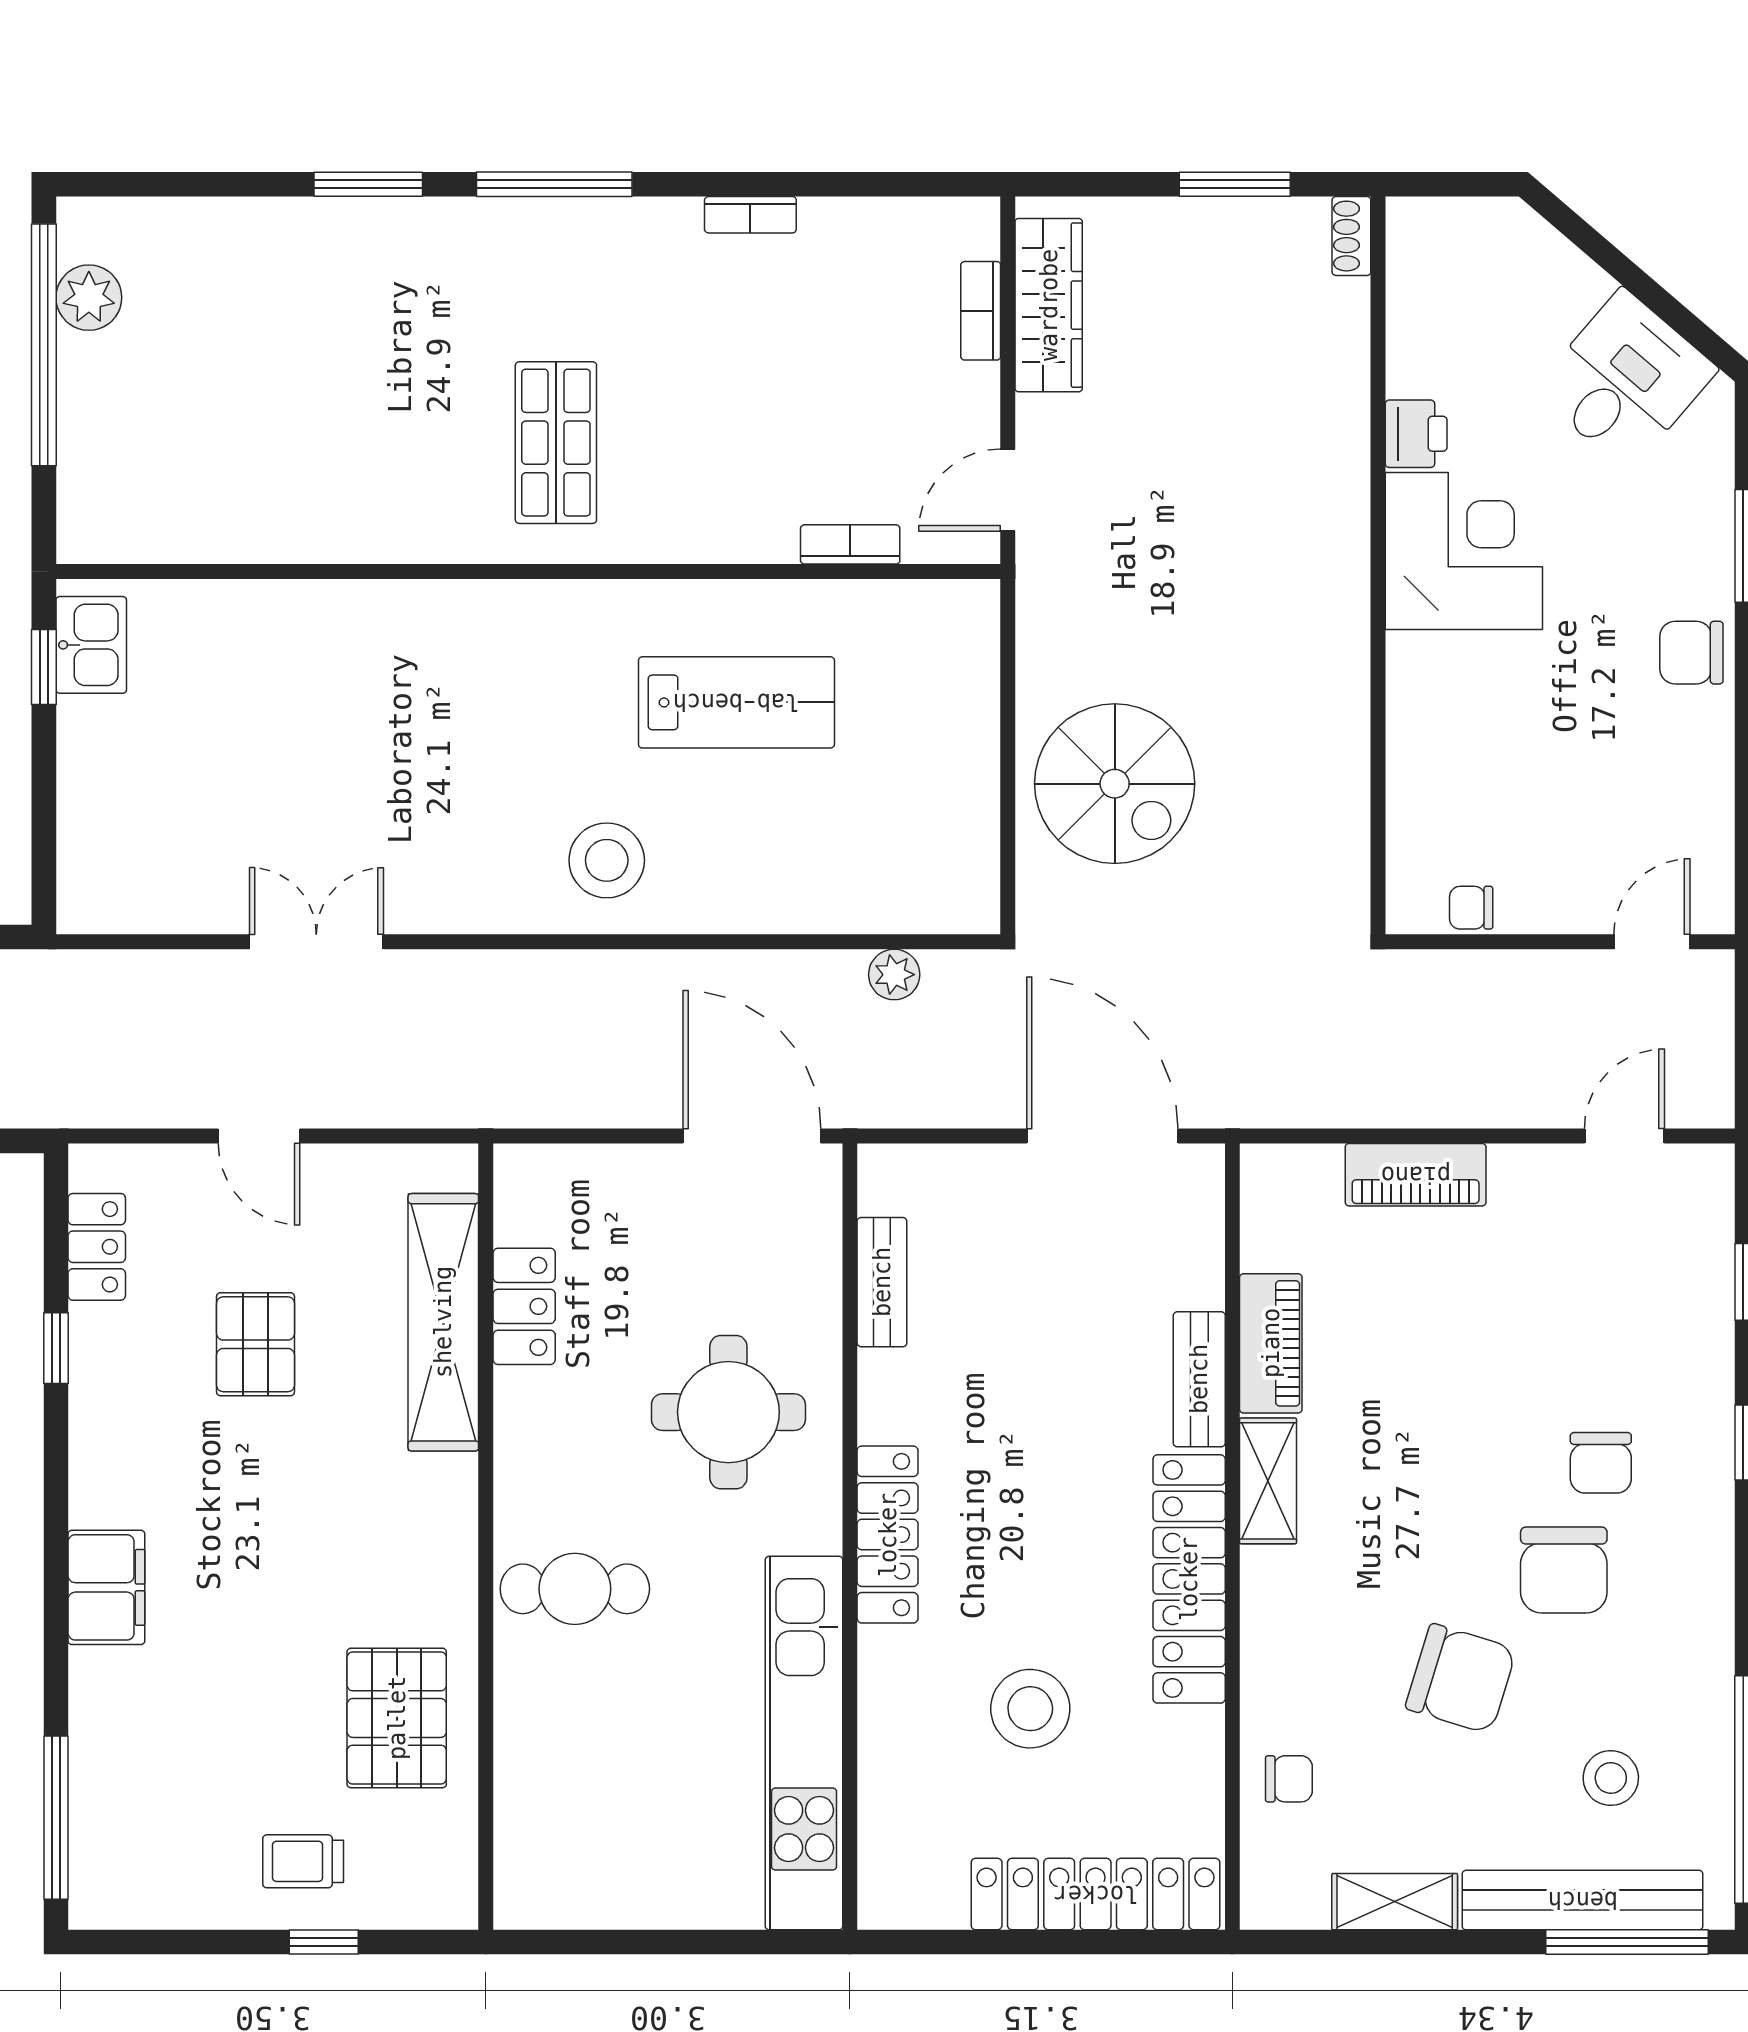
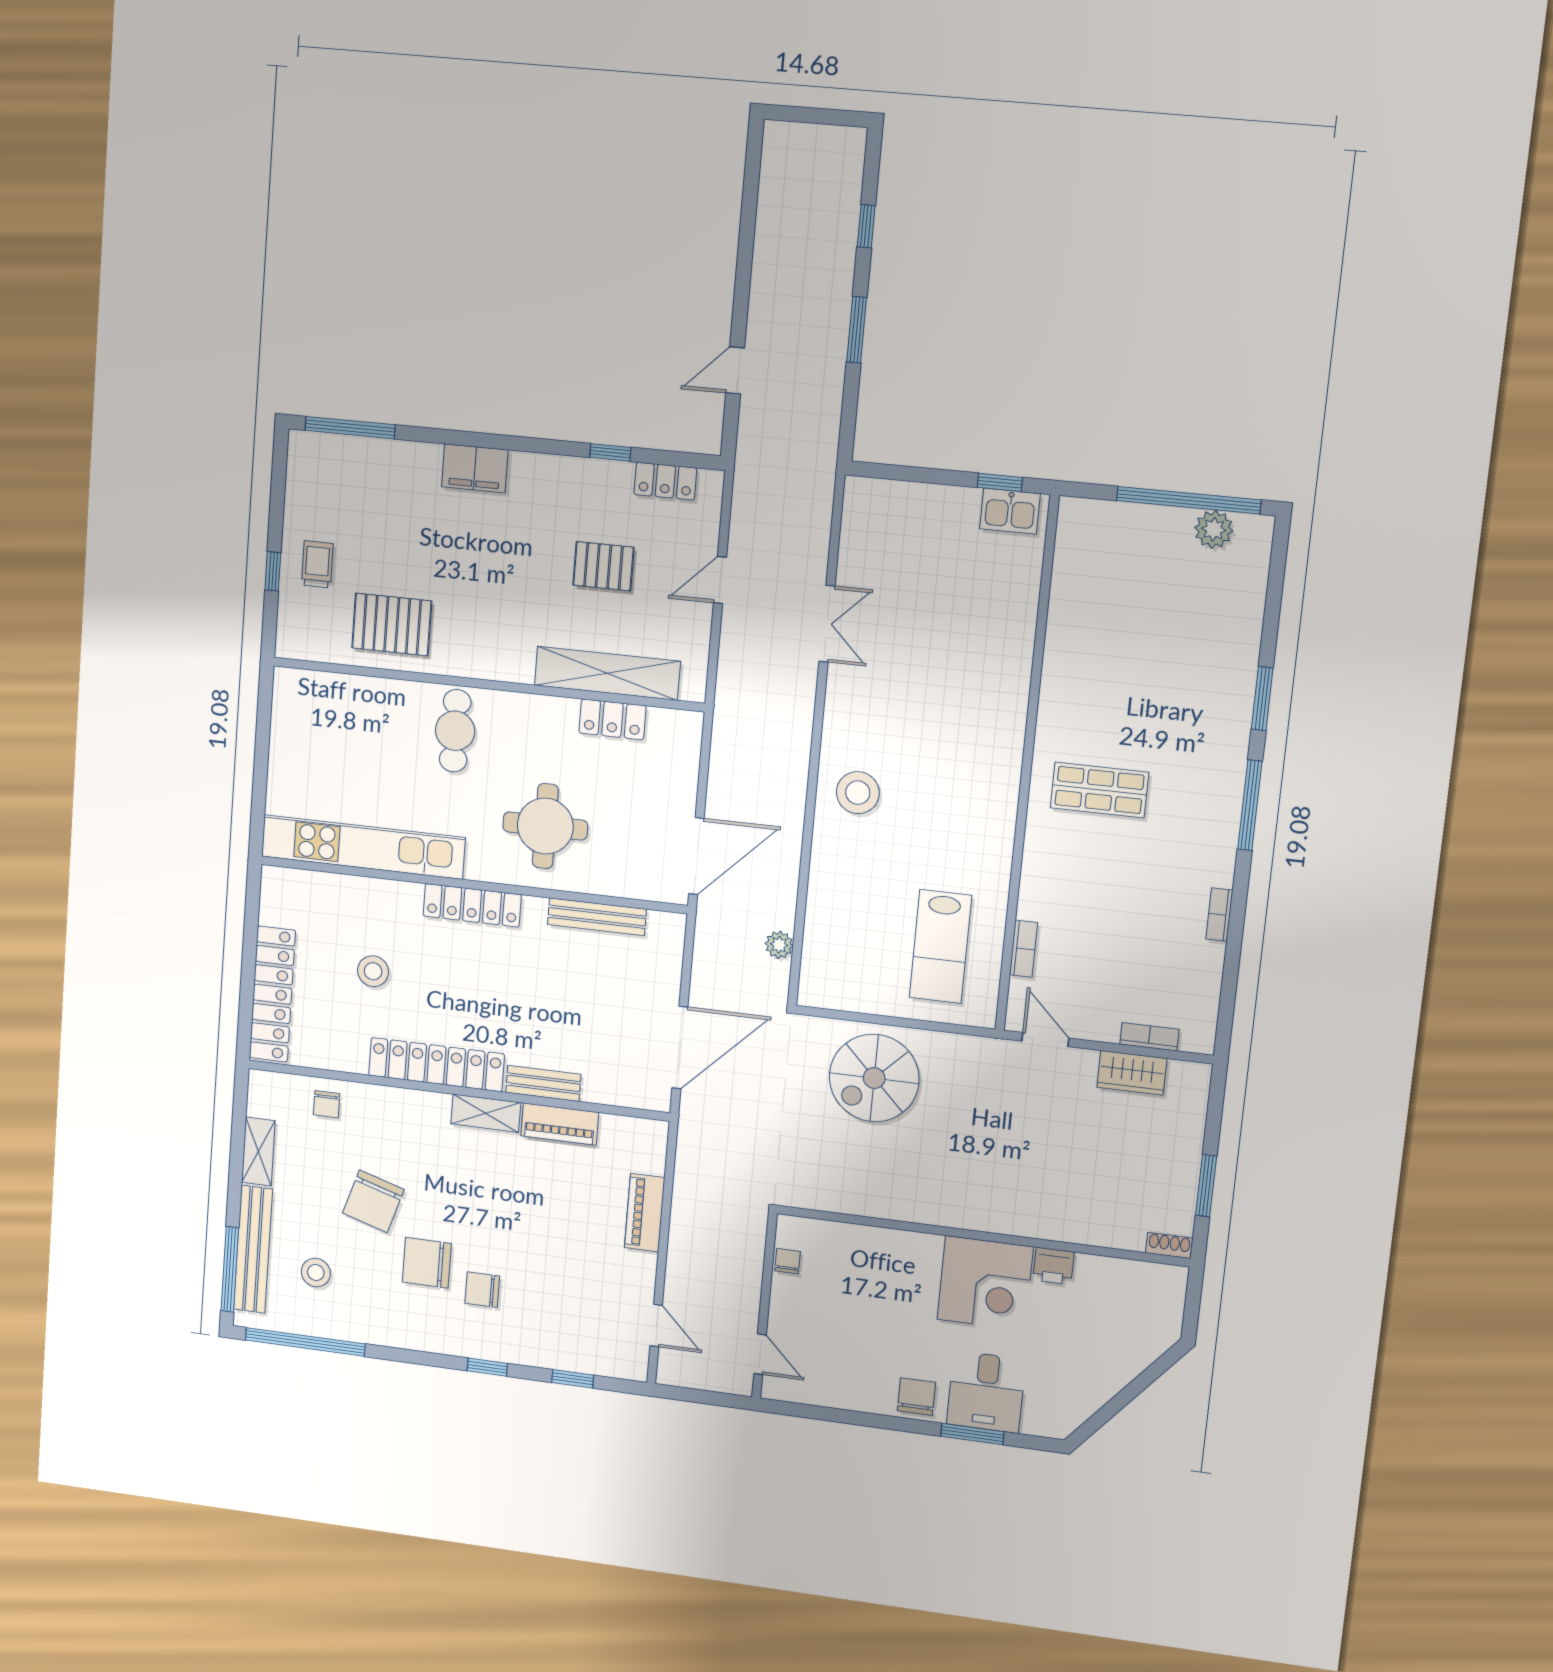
wardrobe: (1049, 305) -> (1132, 1073), width x0.67
desk: (1625, 380) -> (986, 1392), moved, turned 49
lab bench: (736, 702) -> (940, 946), moved
bench: (882, 1282) -> (597, 917), width x1.36
stool: (1030, 1709) -> (373, 971), width x0.73, depth x0.73

